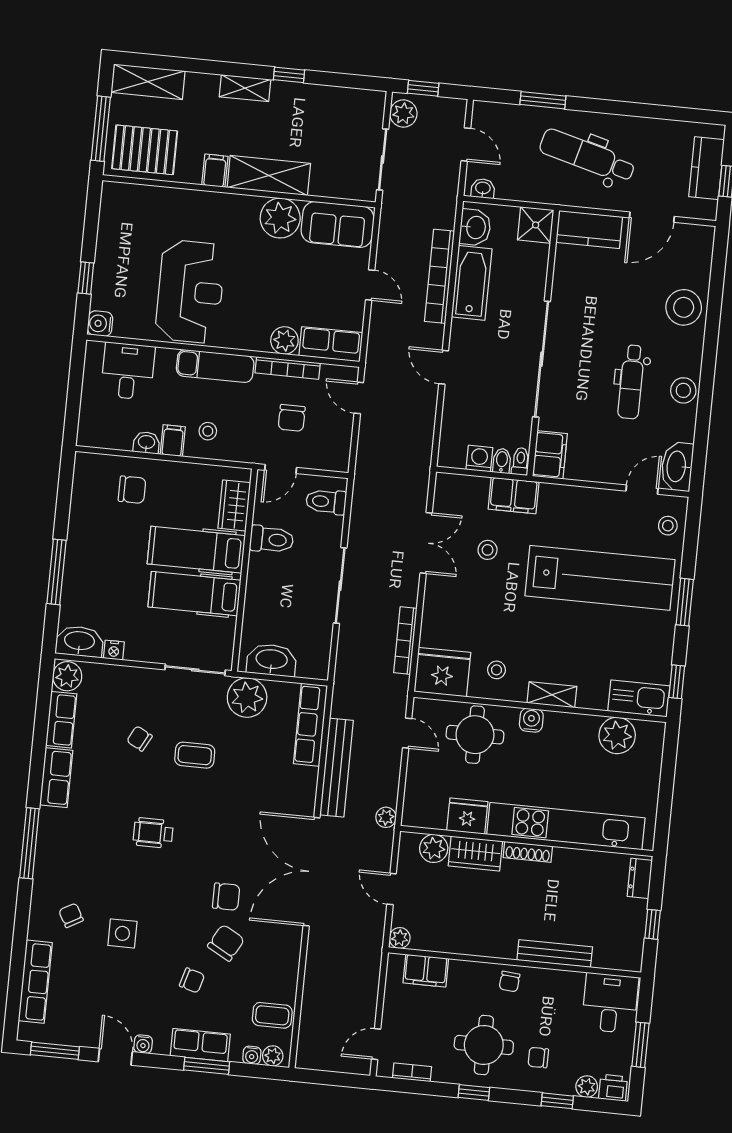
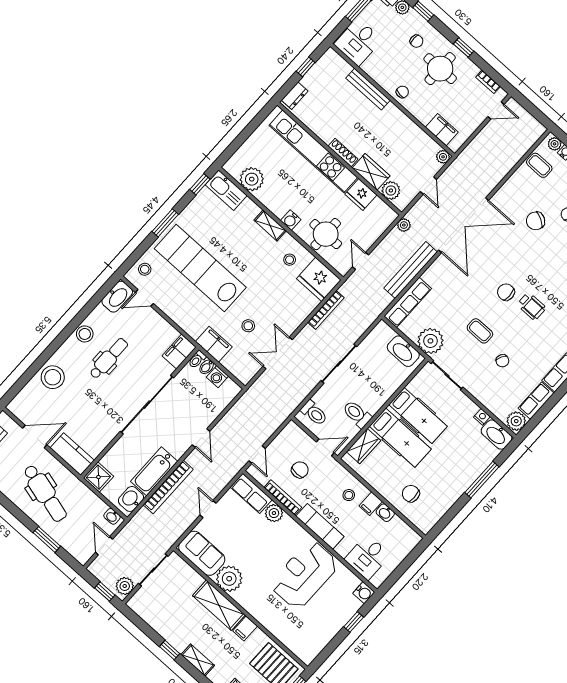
chair: (226, 897) -> (506, 292), moved

